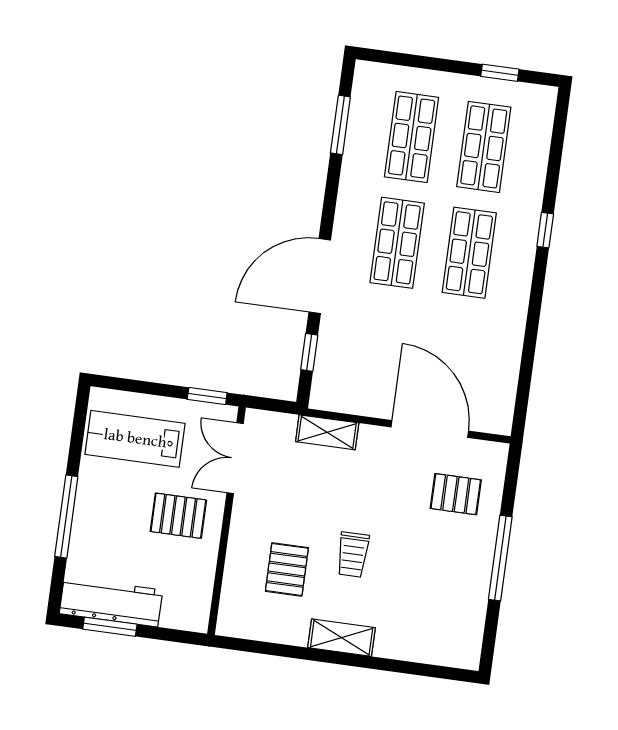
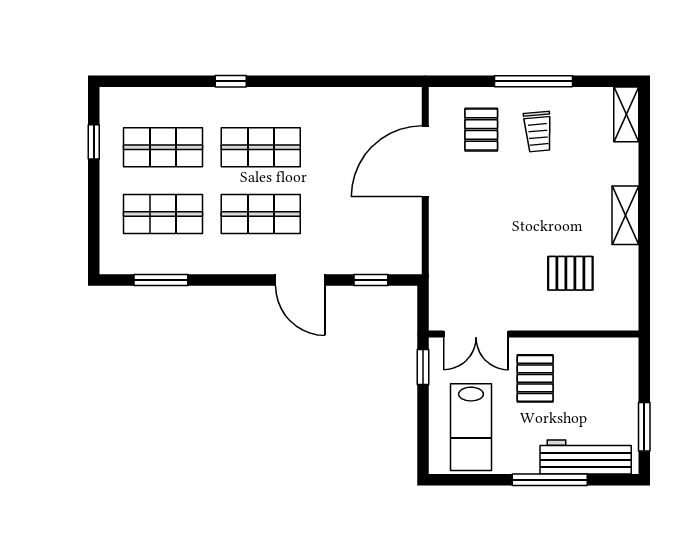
door: (320, 276) -> (300, 280), width x0.73
shelving: (327, 432) -> (626, 114), moved
trolley: (353, 555) -> (538, 132), moved, turned 85
workbench: (111, 602) -> (586, 457), moved, turned 90

